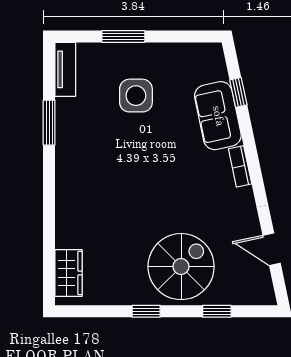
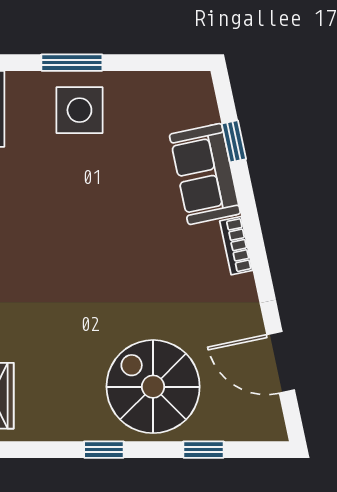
side table: (136, 96) -> (79, 110), moved
door: (272, 249) -> (281, 362), width x1.38
spiral stairs: (181, 267) -> (153, 387), turned -90

